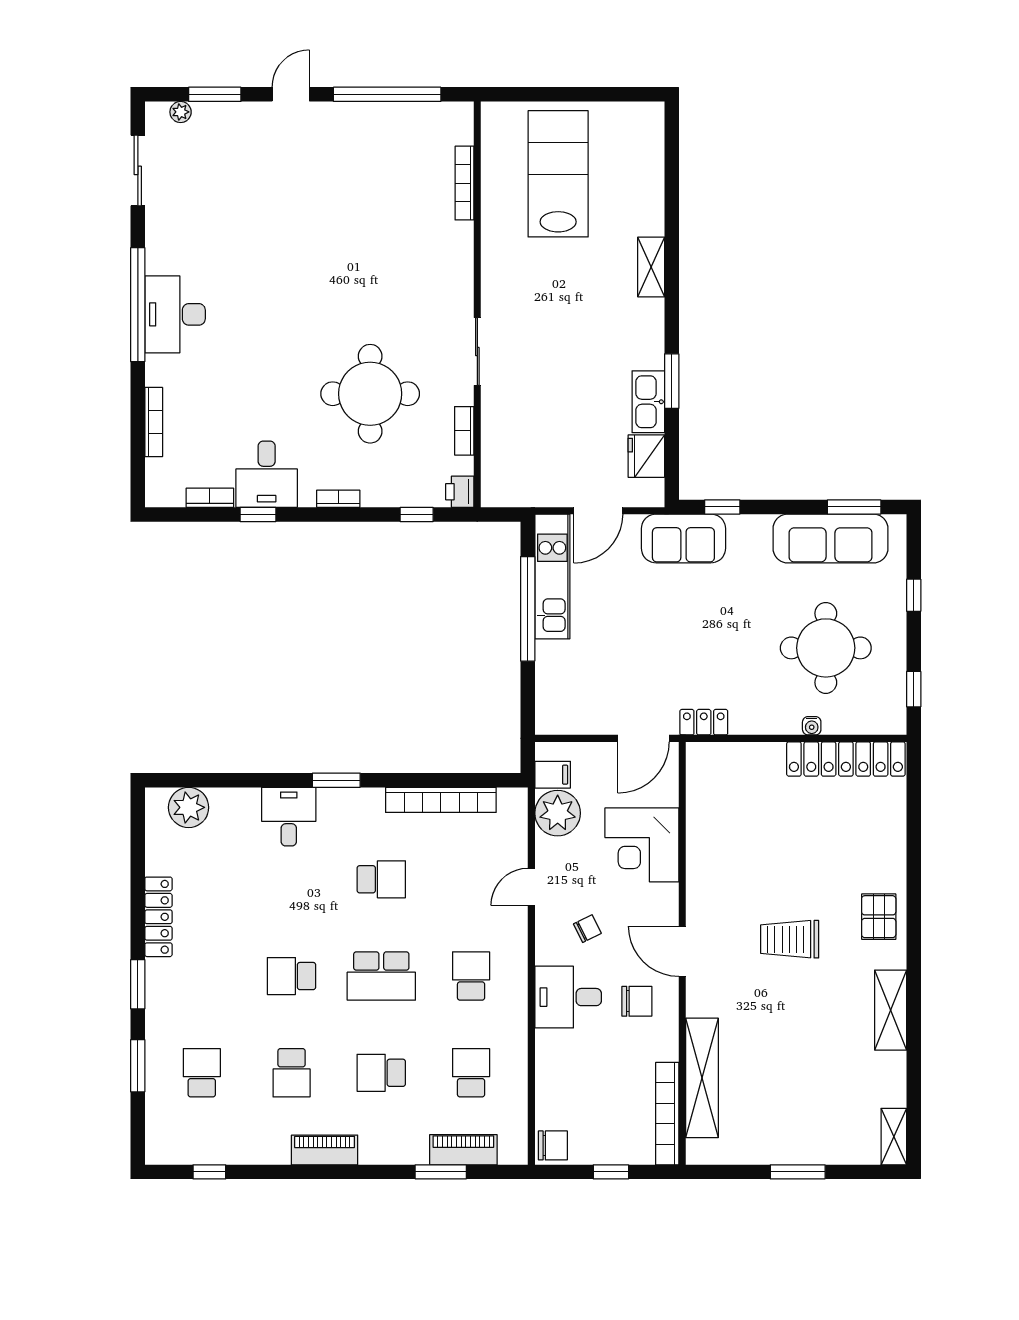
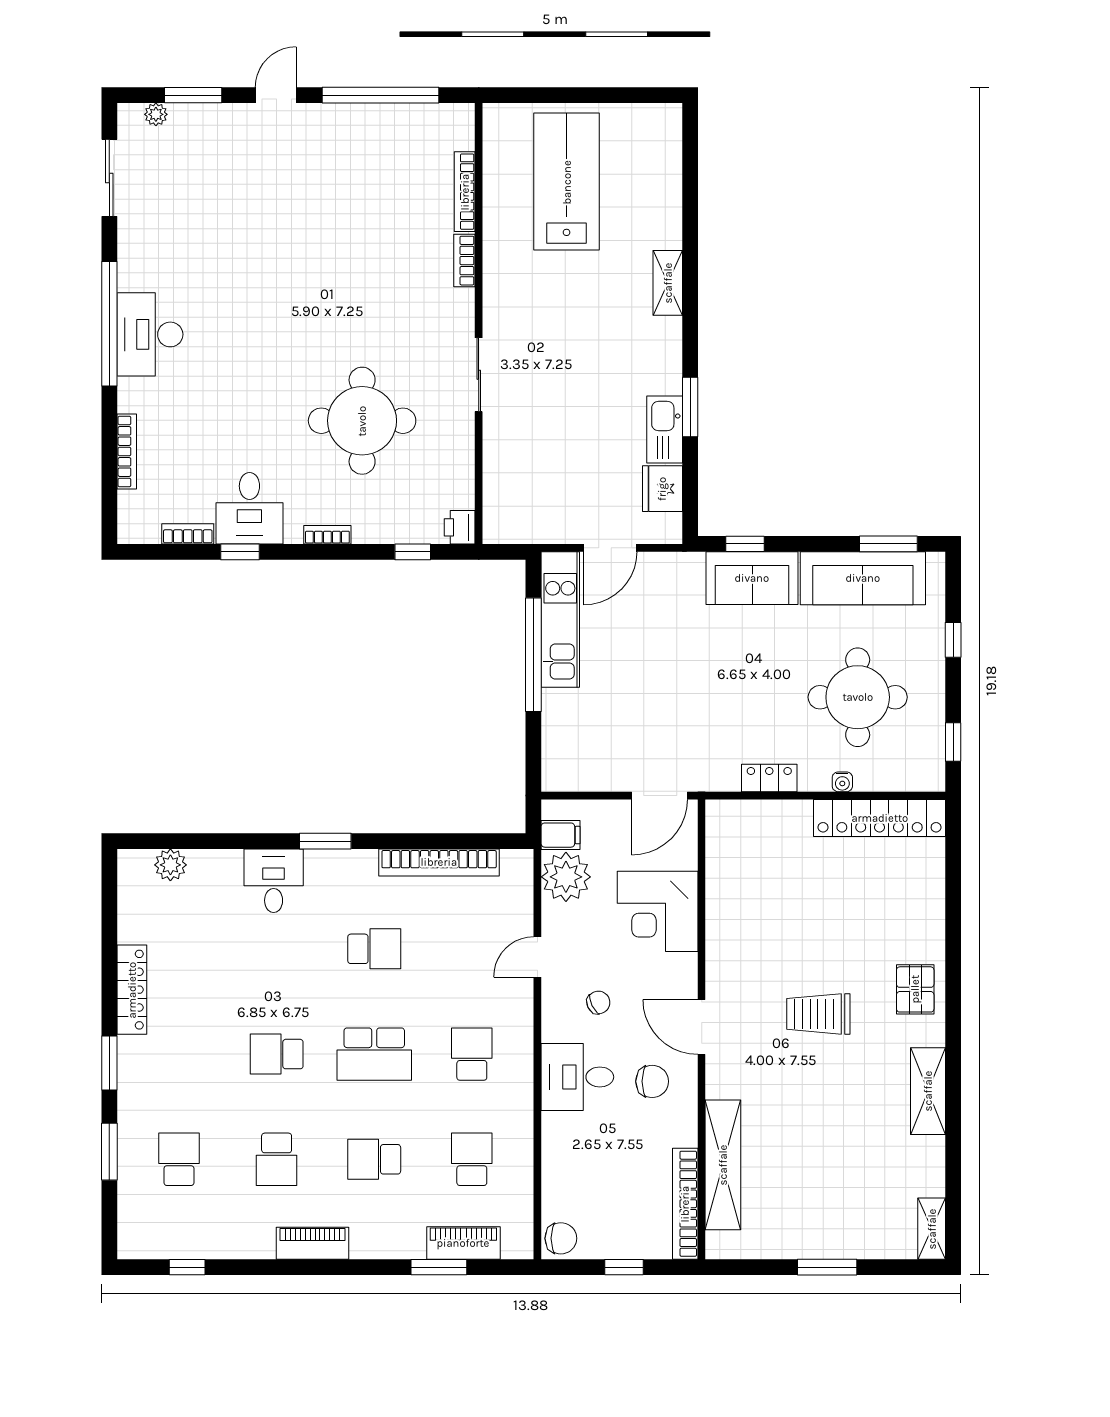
bookcase: (464, 431) -> (464, 261), moved
sofa: (683, 538) -> (752, 578), moved
locker: (704, 722) -> (769, 778), moved
plant: (189, 807) -> (170, 865), width x0.73, depth x0.73

